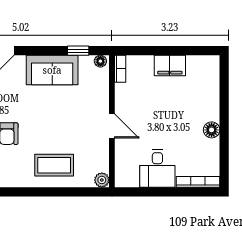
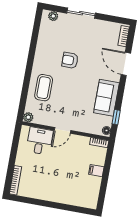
filing cabinet: (170, 65) -> (96, 171), width x0.50
floor lamp: (212, 130) -> (48, 195), removed
desk: (157, 168) -> (40, 141), moved, turned 90

